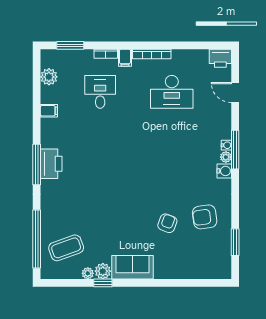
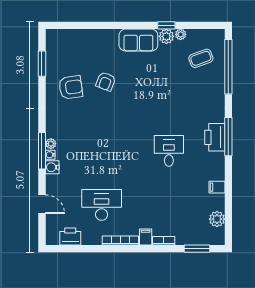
printer: (220, 58) -> (70, 236), moved
desk: (100, 92) -> (169, 151), moved, turned 180
water cooler: (224, 171) -> (52, 167), moved
coffee table: (66, 248) -> (201, 58), width x0.73, depth x0.77

